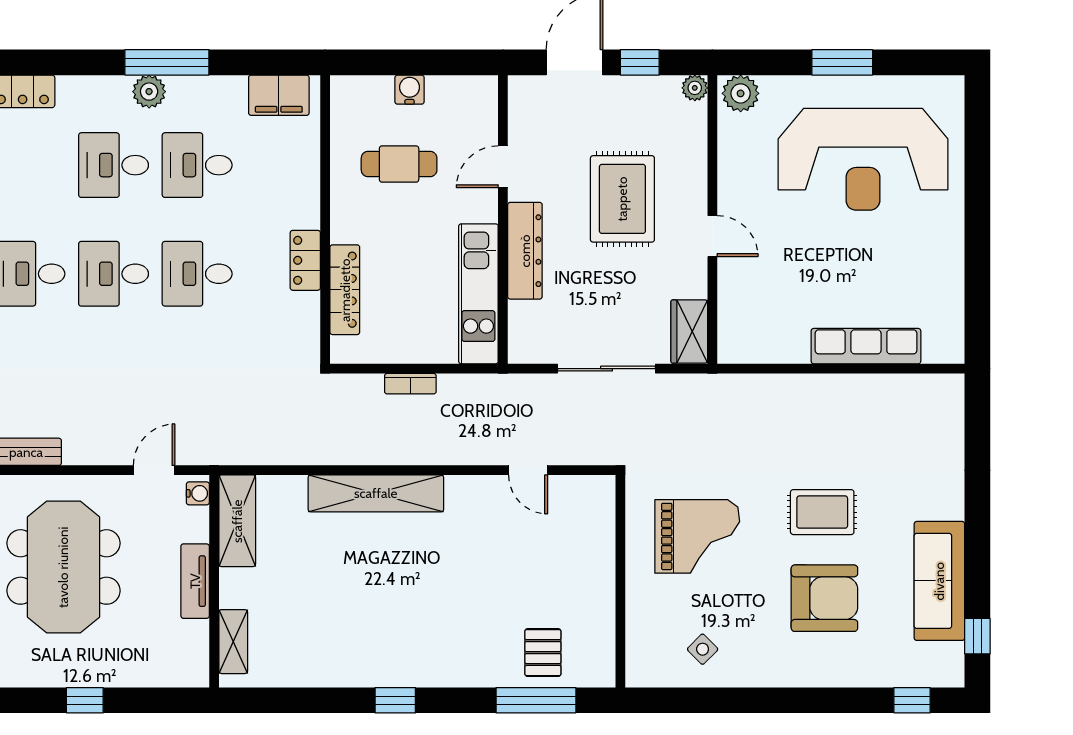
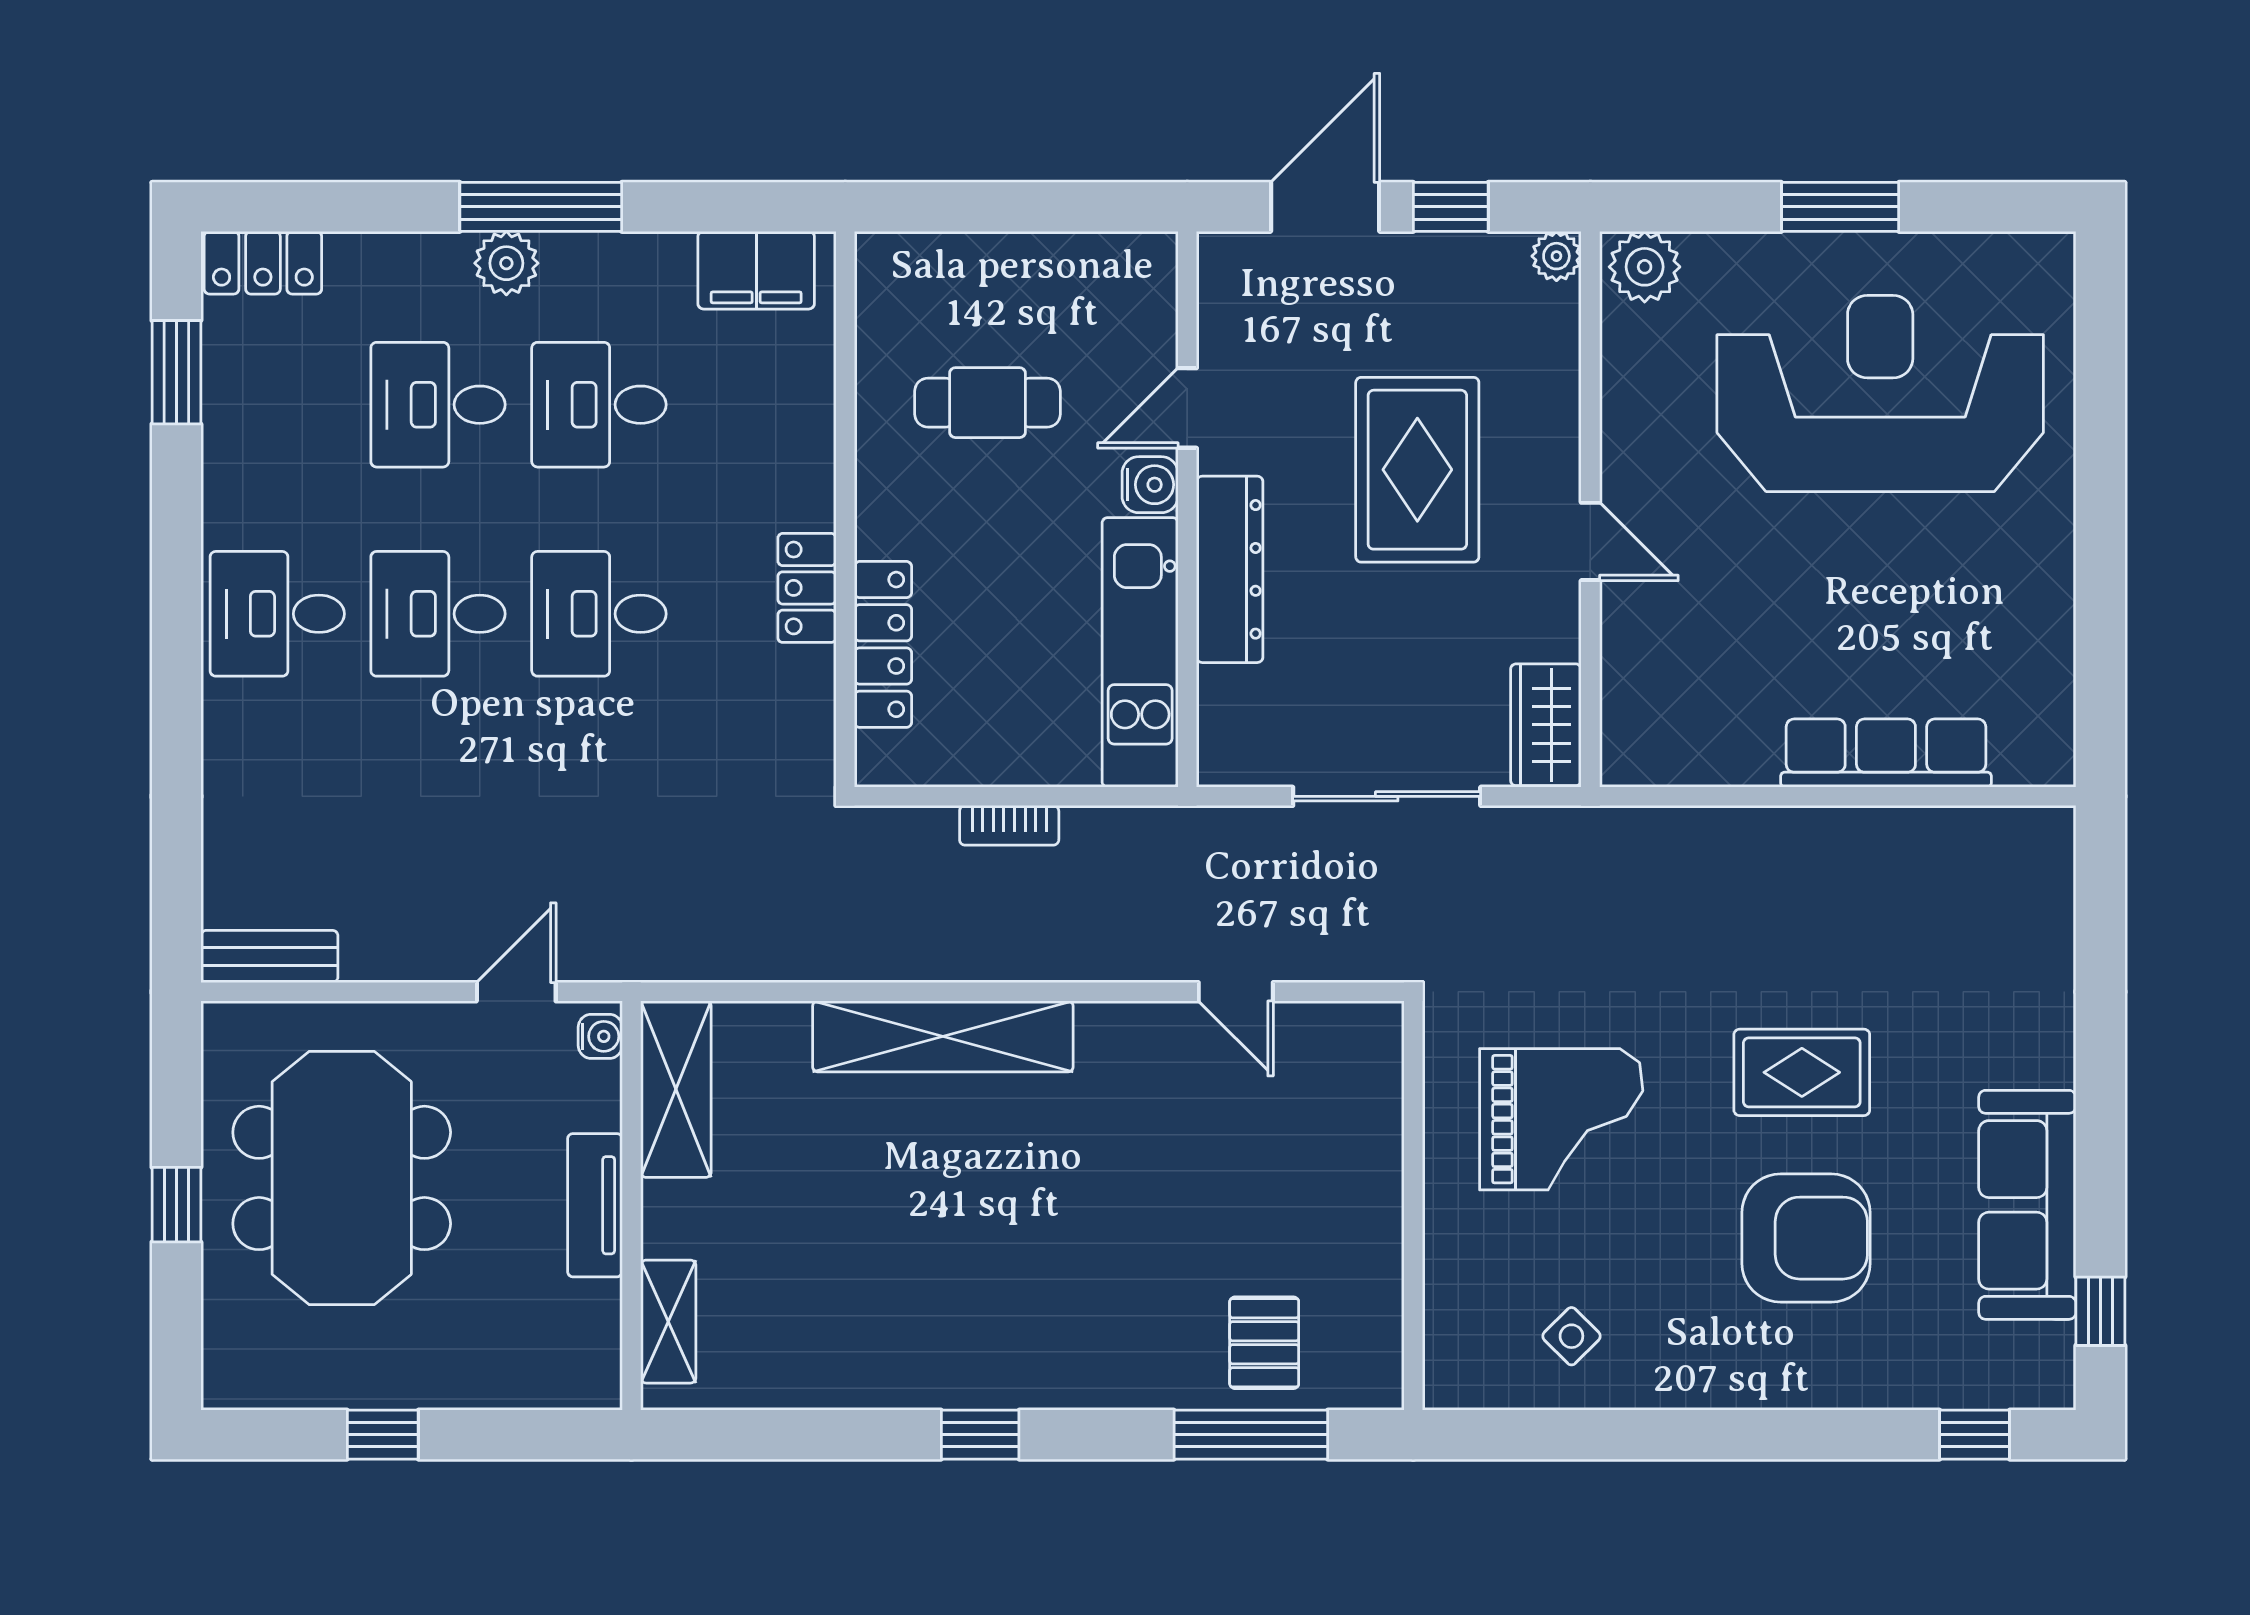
water cooler: (410, 90) -> (1150, 485), moved, turned 90
reception desk: (863, 159) -> (1880, 393), turned 180

